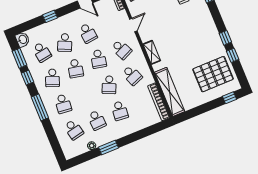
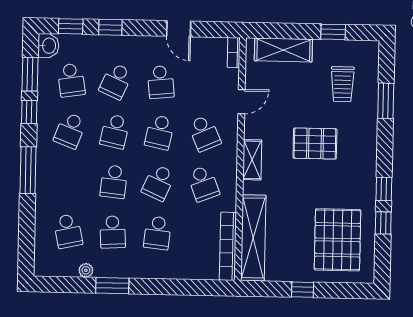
window: (30, 25) -> (71, 26), added
pallet: (180, 30) -> (315, 144), added
pallet: (213, 74) -> (337, 240), turned 90
window: (230, 98) -> (303, 290), moved
school desk: (63, 104) -> (114, 182), moved

